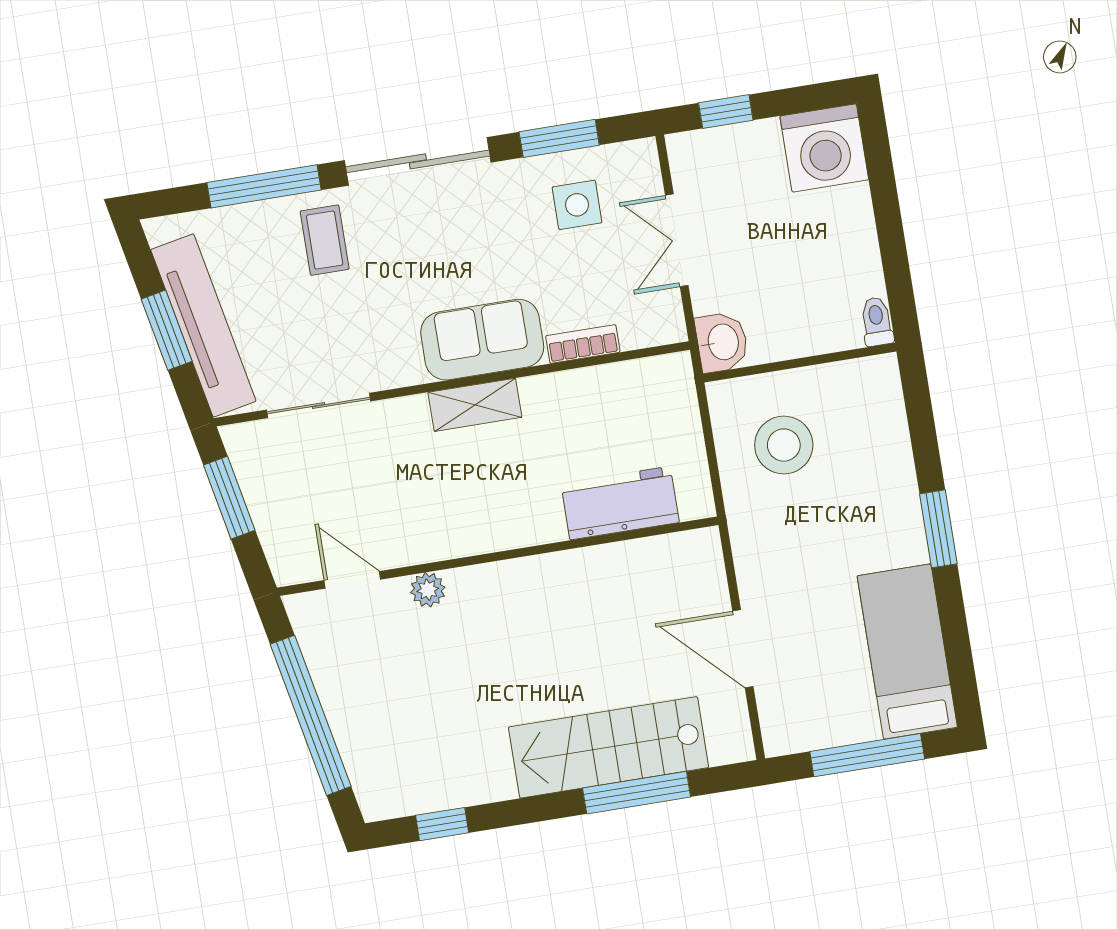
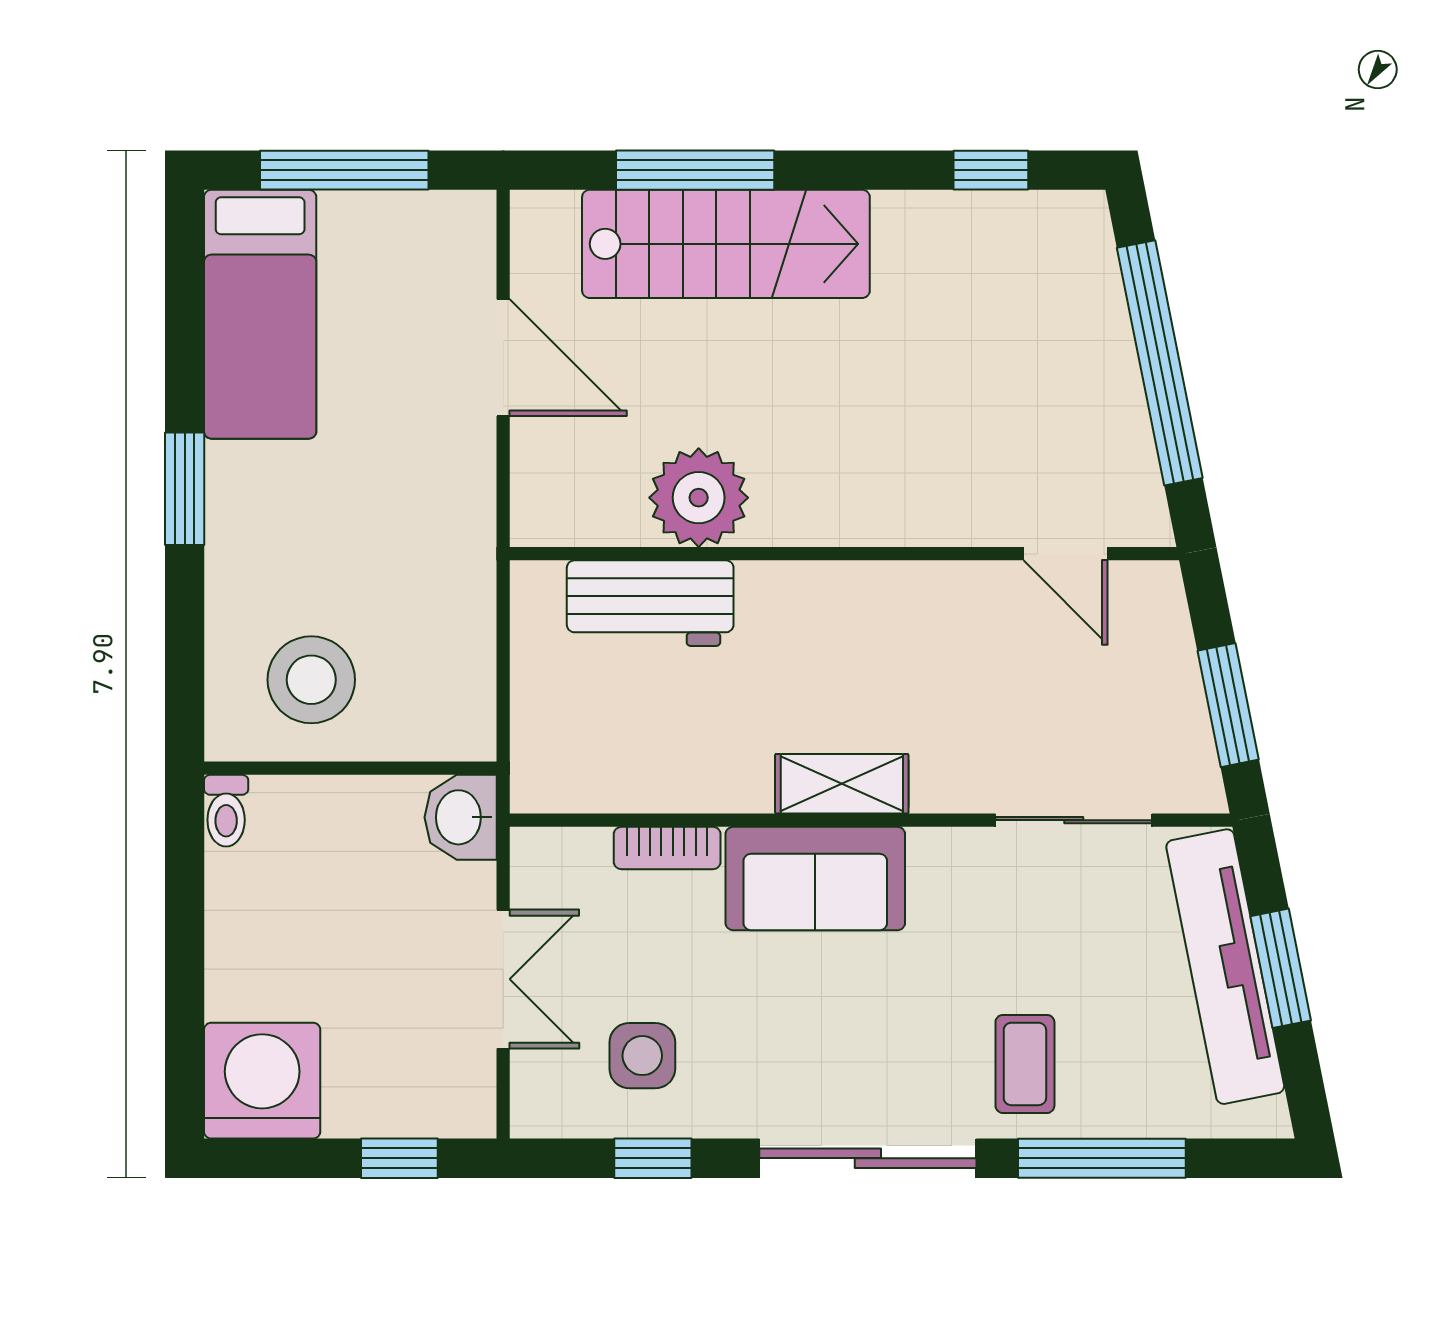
window: (559, 138) -> (653, 1158), width x0.67
stool: (784, 445) -> (311, 680), moved
plant: (428, 590) -> (699, 498), moved, width x1.88, depth x1.88

